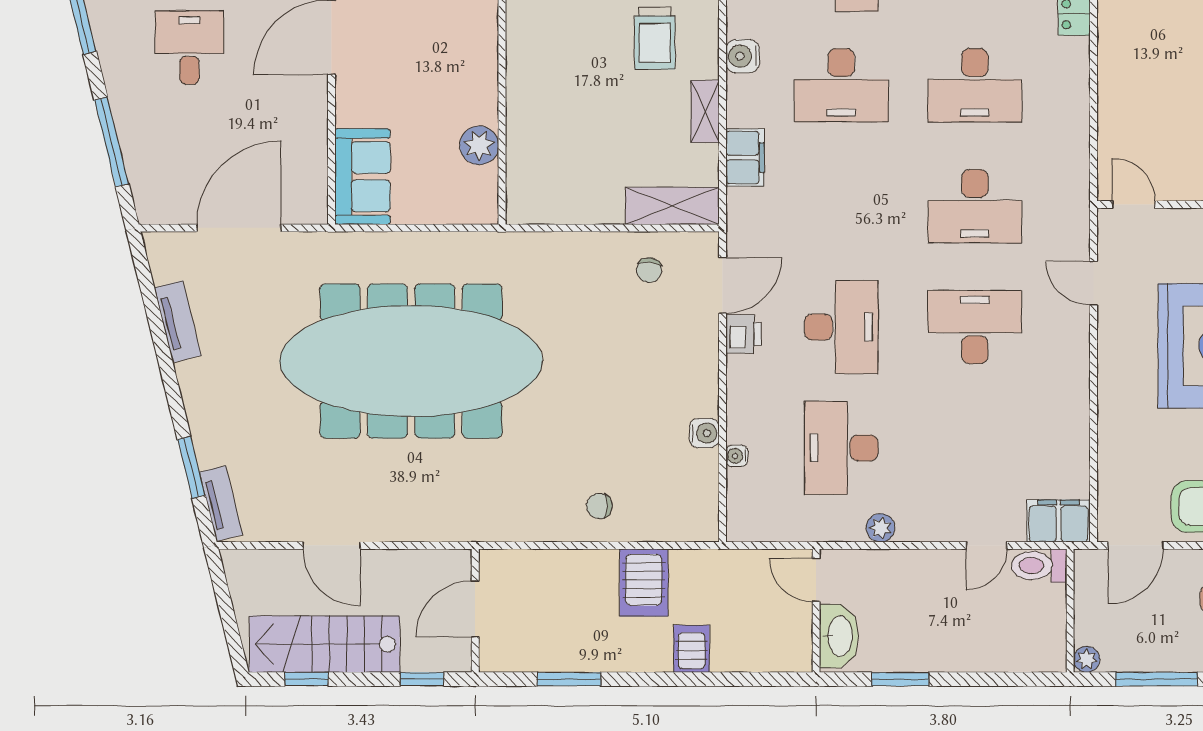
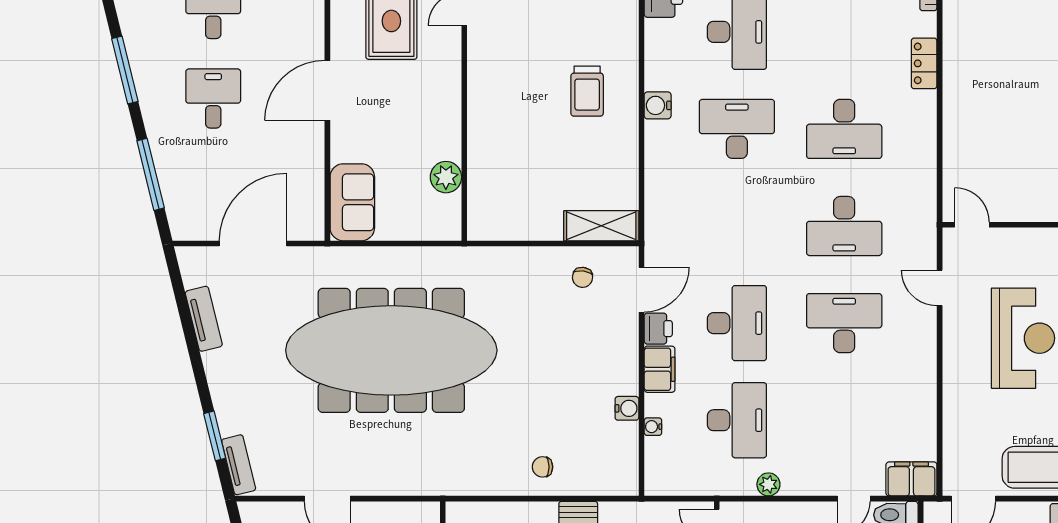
desk: (841, 85) -> (737, 129), turned 180
shelving: (705, 111) -> (627, 150), removed
filing cabinet: (745, 158) -> (660, 369), moved
desk: (841, 448) -> (737, 420), turned 180

